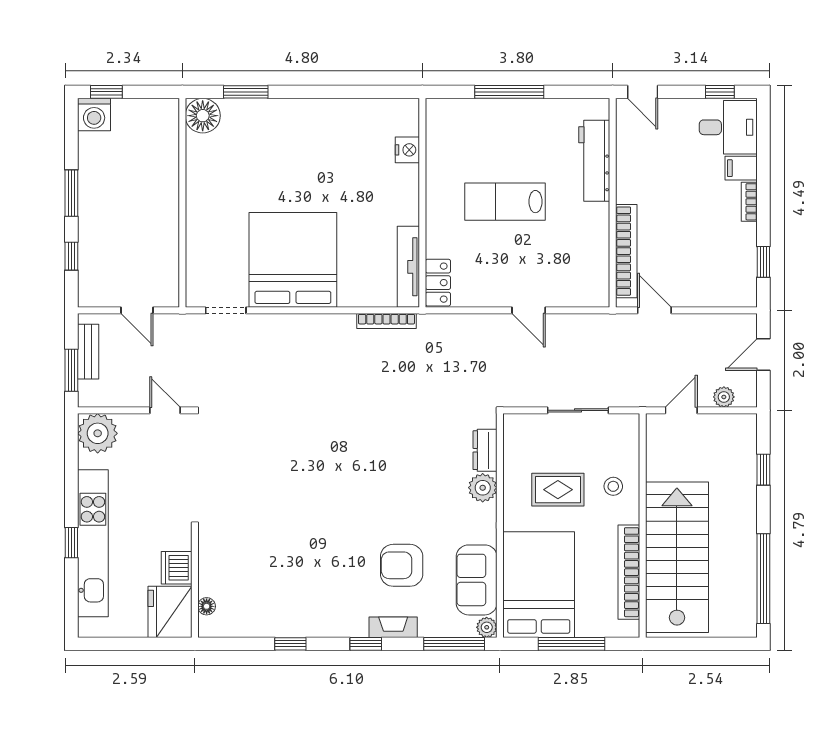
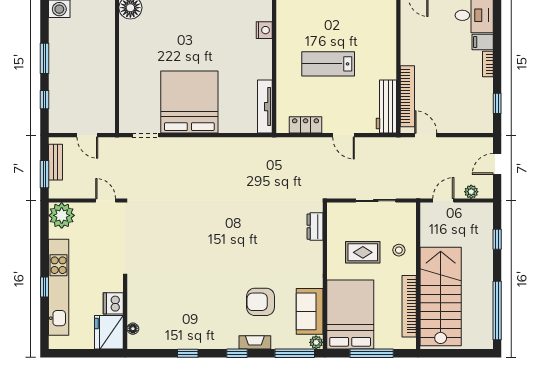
workbench: (594, 161) -> (386, 107), moved
locker: (438, 283) -> (306, 125), moved, turned -90
bookcase: (387, 321) -> (251, 142), removed
plant: (483, 488) -> (314, 251), removed

